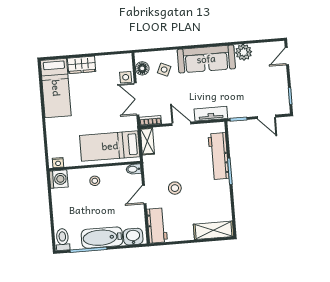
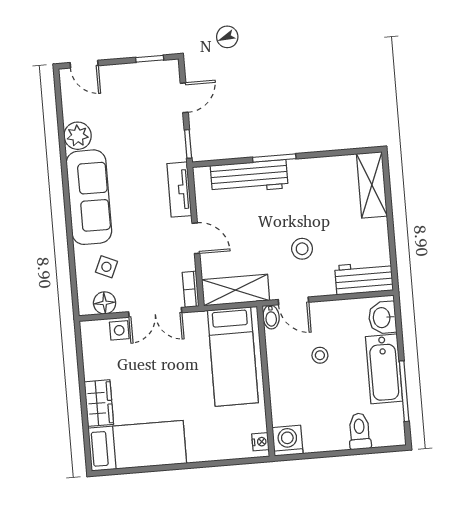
door: (181, 124) -> (196, 238), swing flipped
shelving: (147, 141) -> (236, 290), width x1.50, depth x1.33
stool: (95, 181) -> (320, 355), moved
door: (144, 195) -> (293, 301), moved
toilet: (63, 239) -> (359, 431), moved, turned 90

